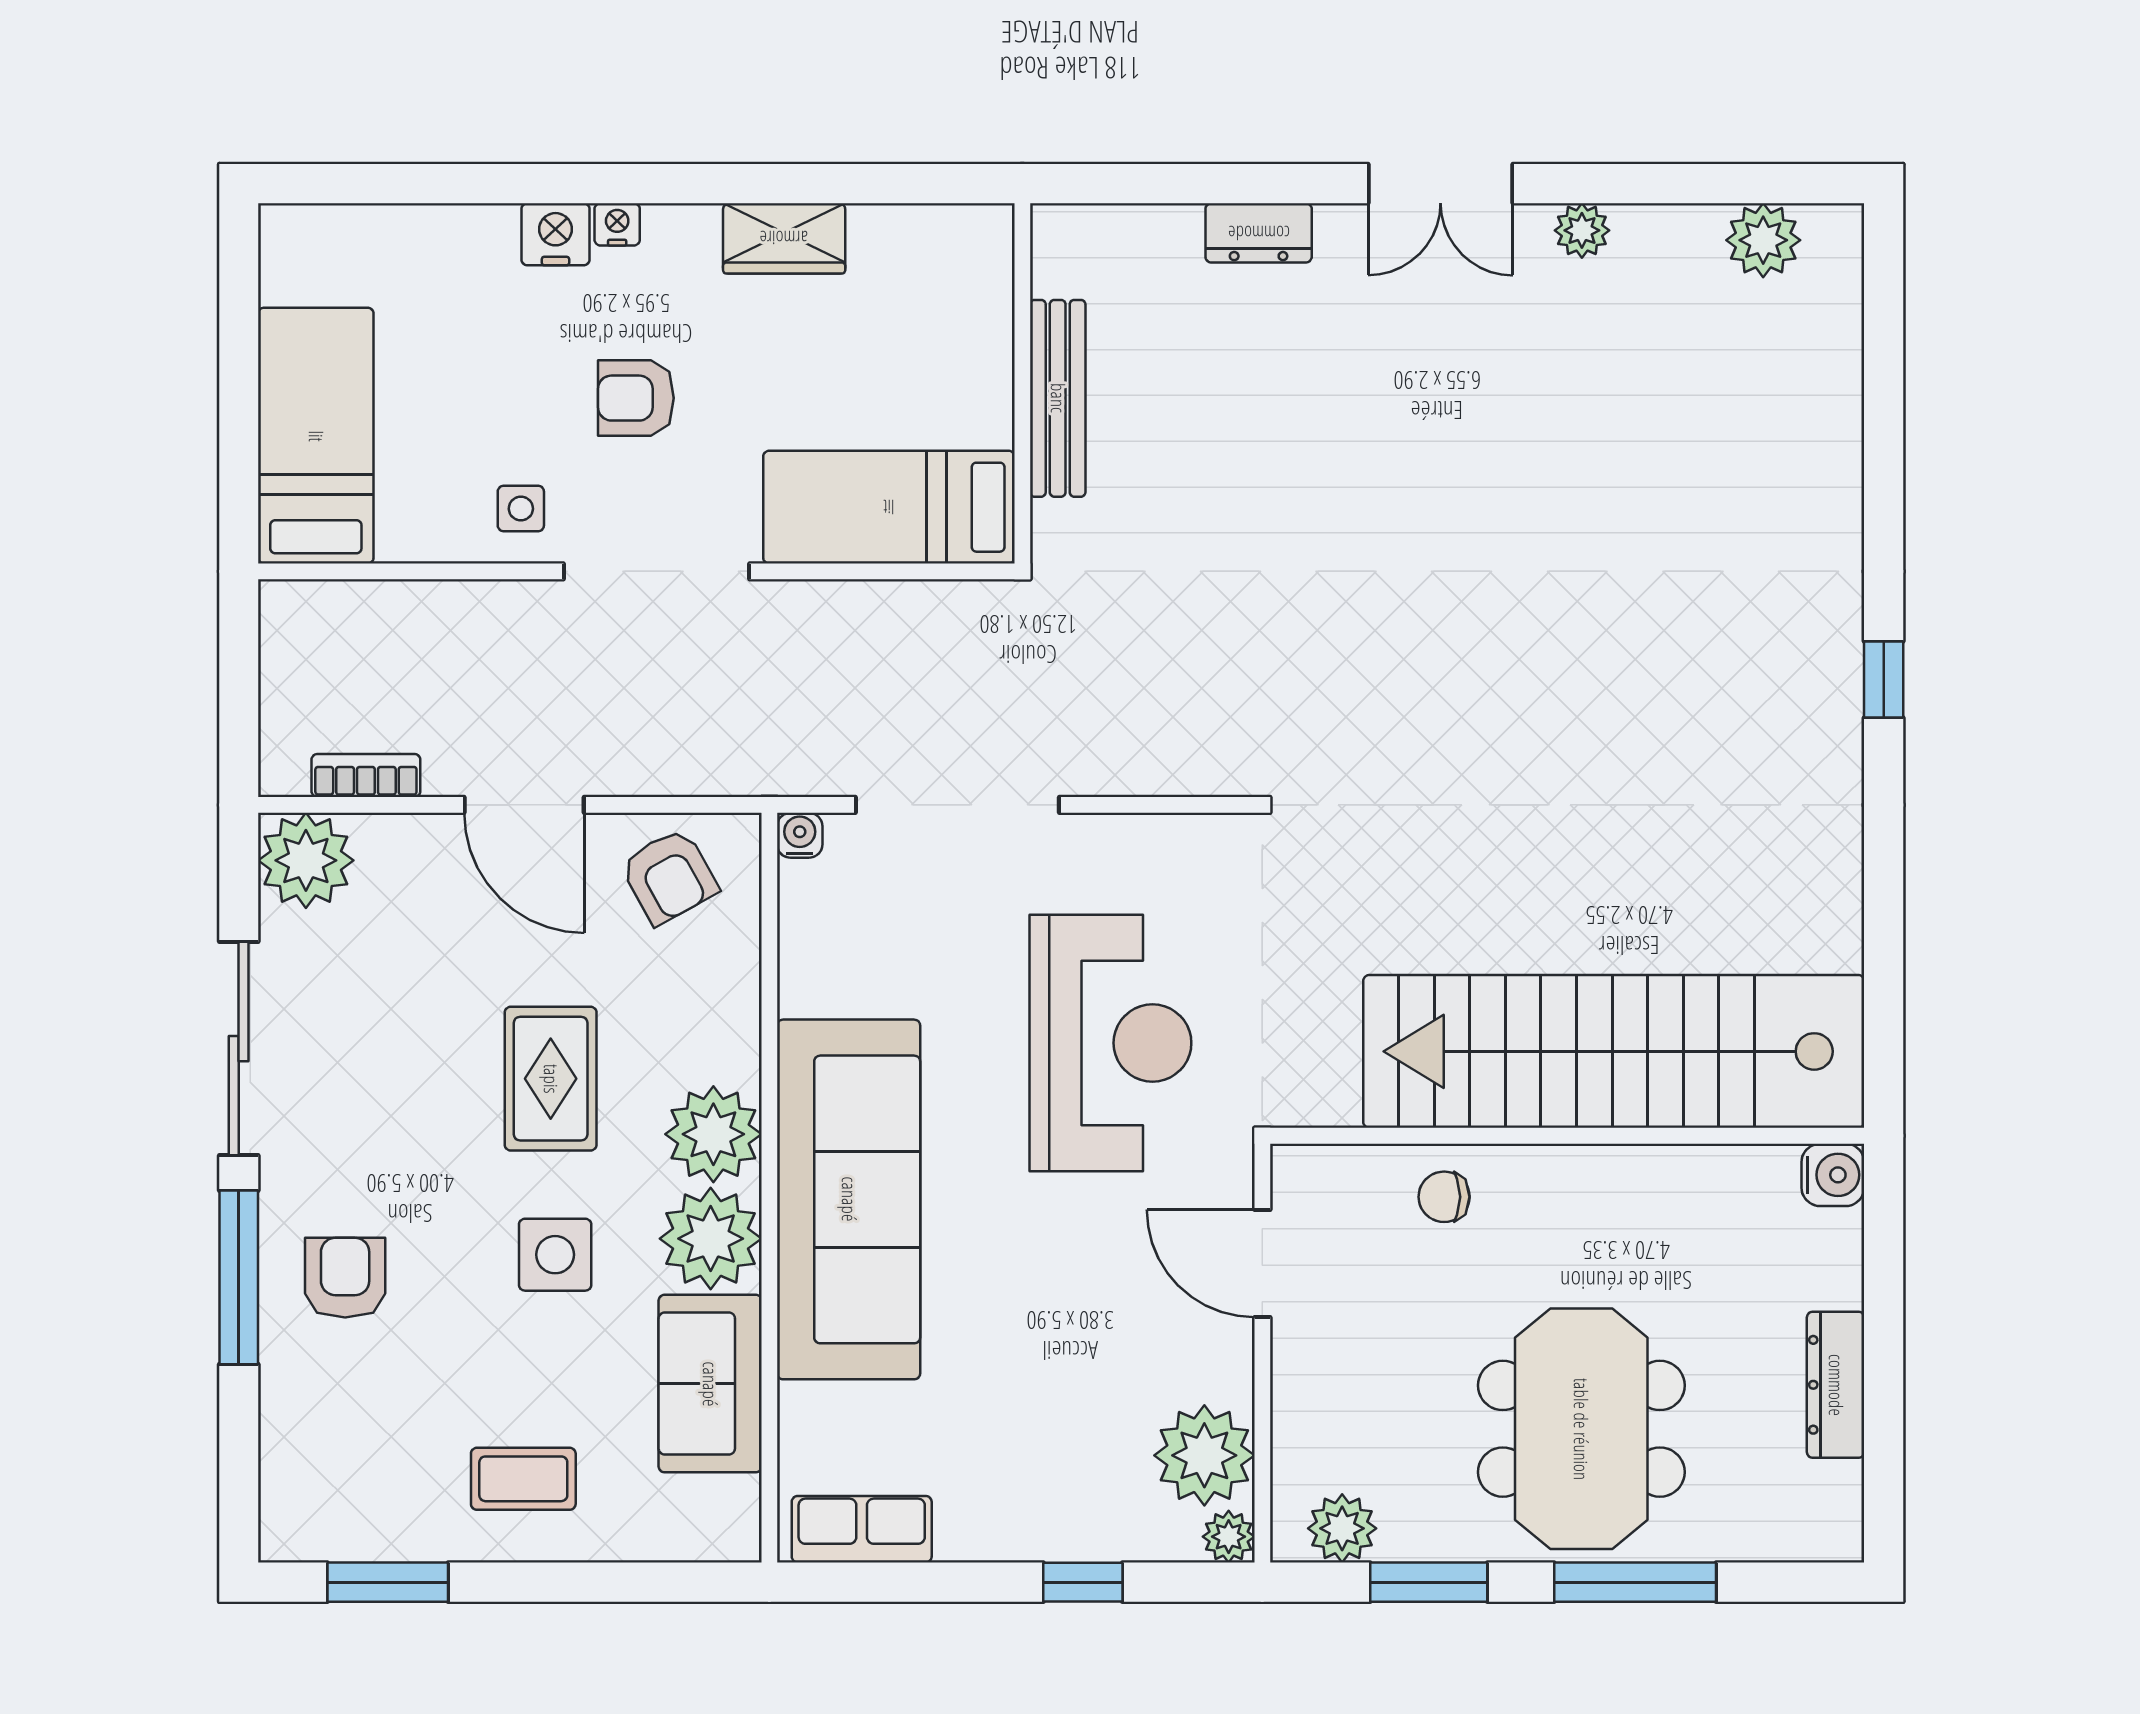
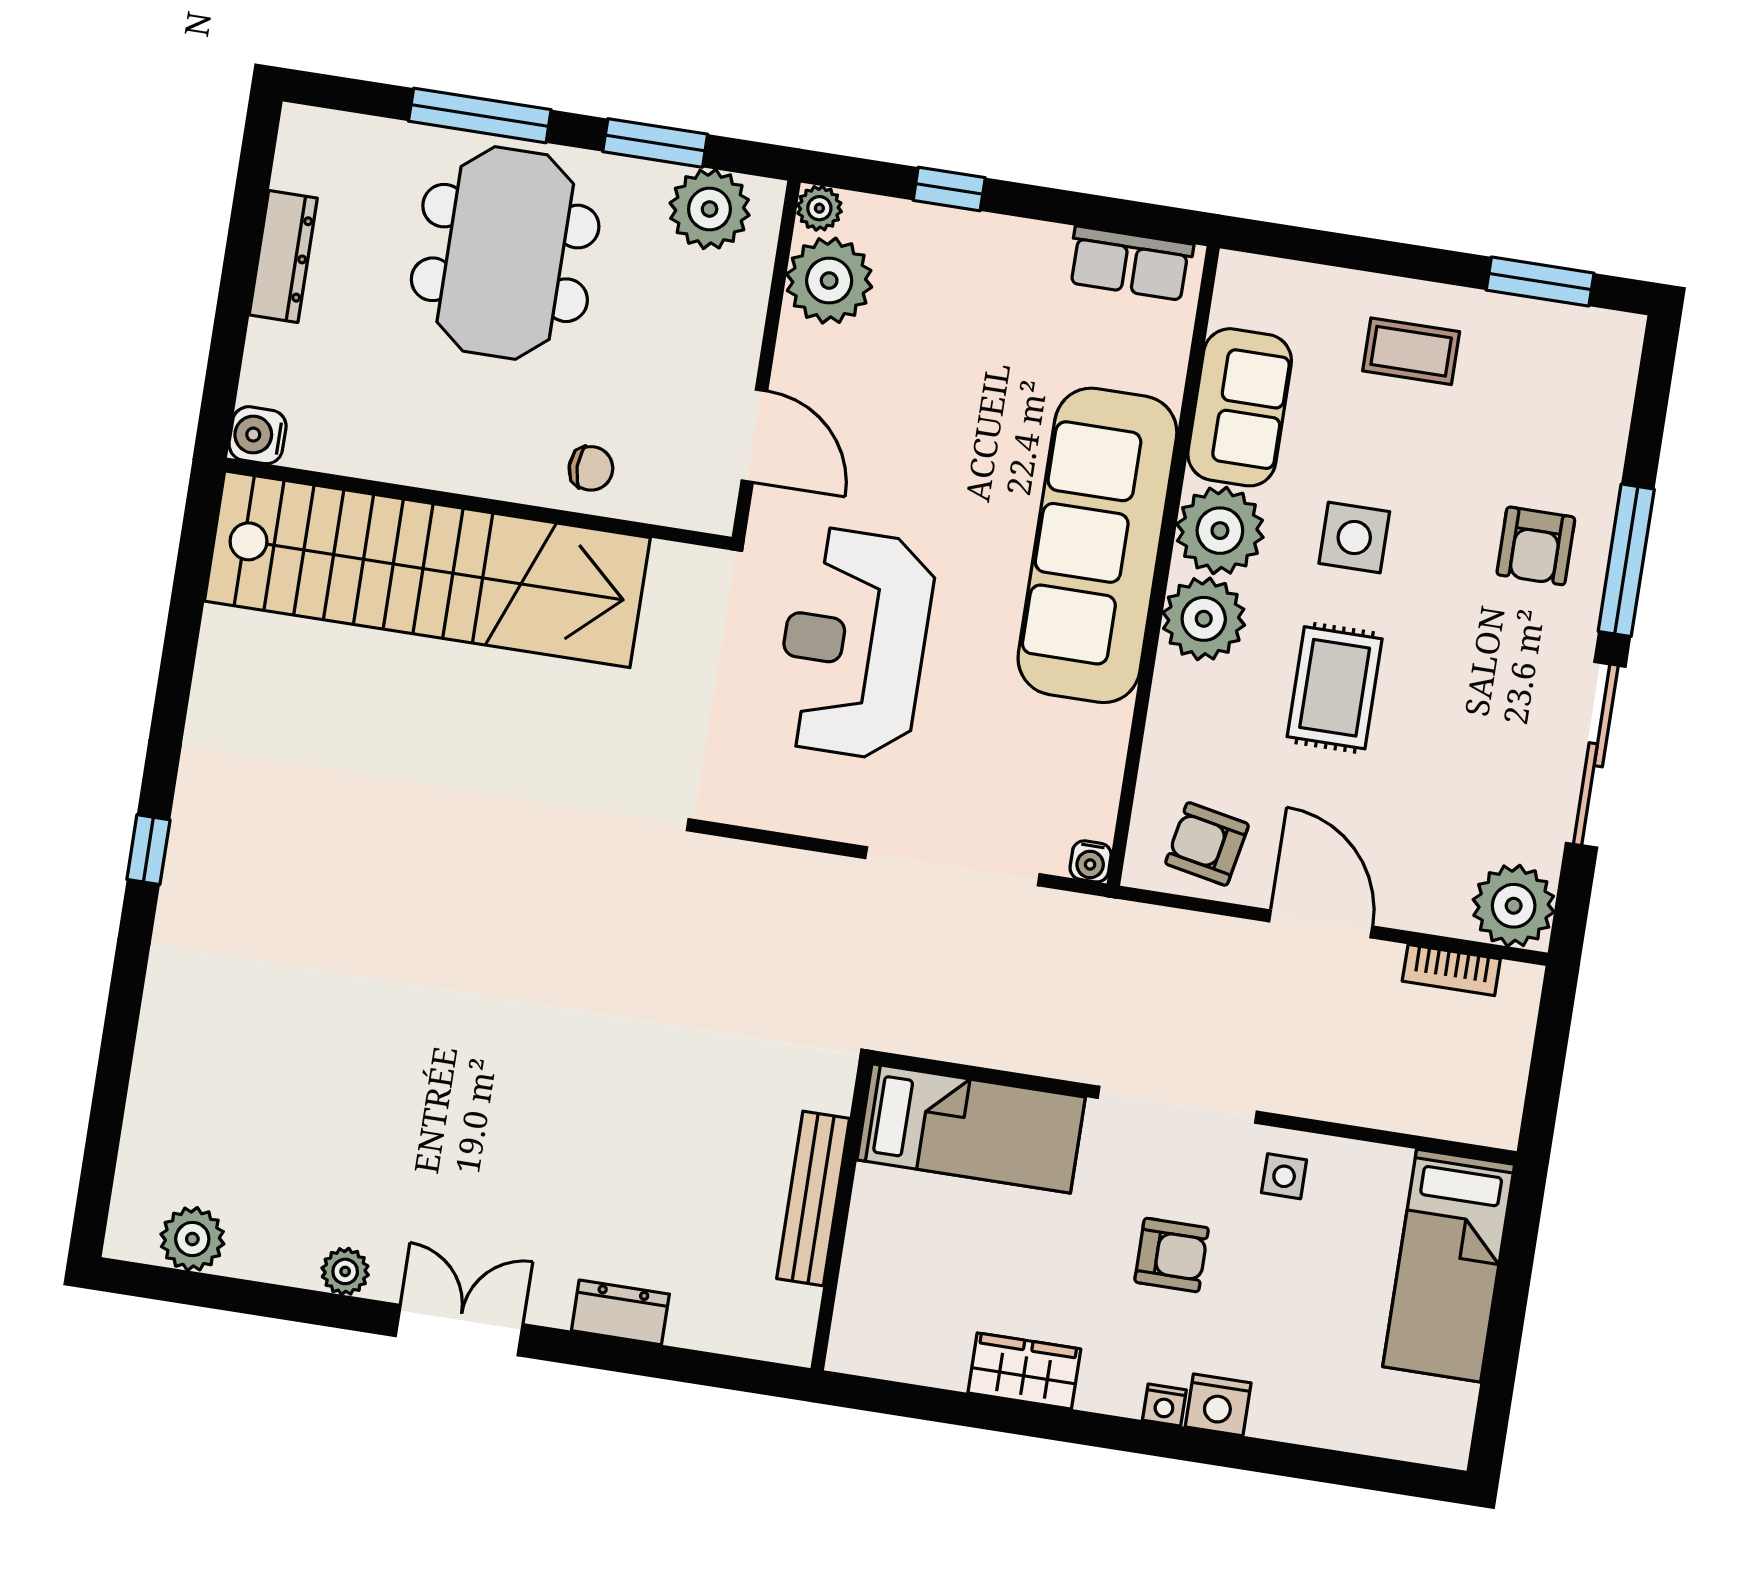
armchair: (669, 876) -> (1207, 844), turned -50
plant: (1342, 1528) -> (710, 209), width x1.36, depth x1.36

